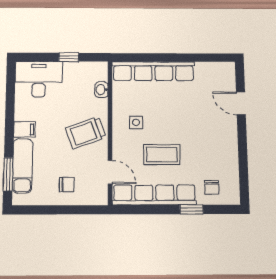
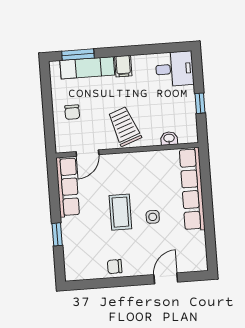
desk: (39, 79) -> (175, 69), width x0.73
side table: (136, 122) -> (153, 217), moved
coffee table: (162, 155) -> (120, 212), moved
chair: (212, 187) -> (115, 267), moved
row of seats: (154, 195) -> (68, 187), width x0.73

